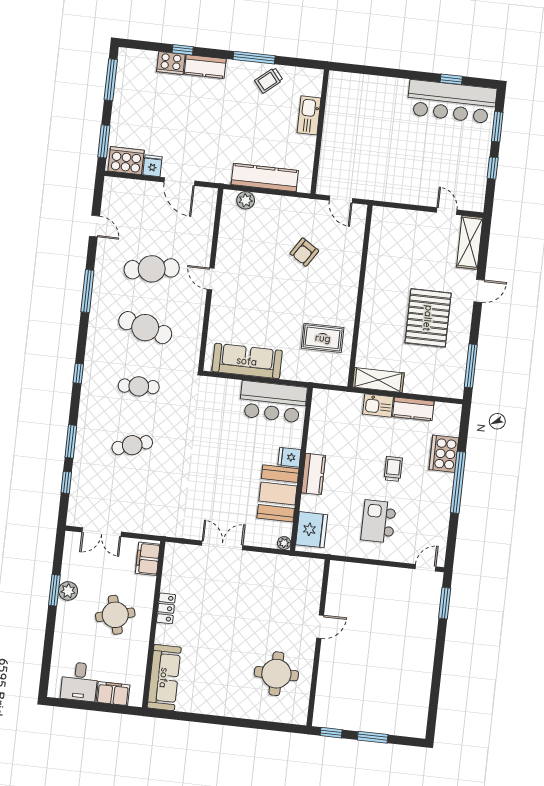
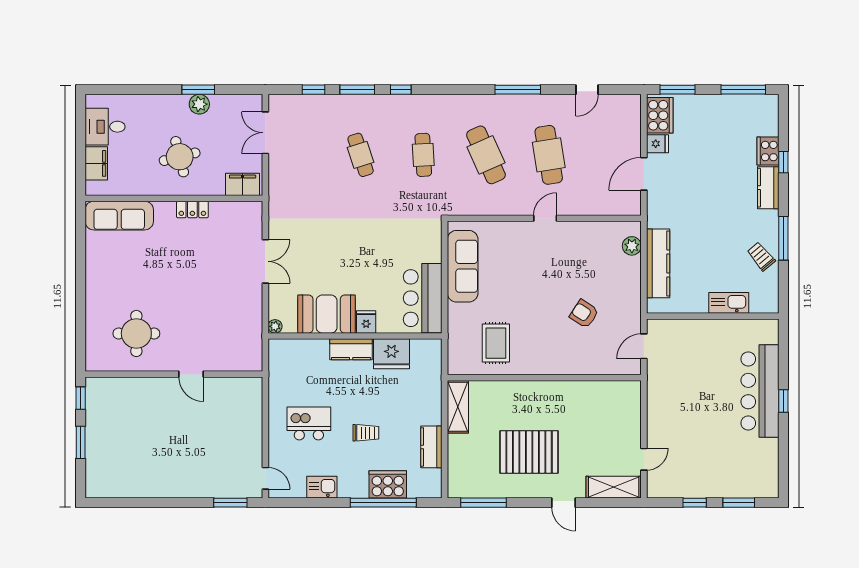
window: (451, 79) -> (783, 401), moved
bar counter: (452, 102) -> (760, 391), moved
cafe table: (145, 328) -> (486, 155), turned -39
window: (78, 373) -> (401, 90), moved
kitchen sink: (378, 405) -> (322, 487), moved, turned 90
window: (458, 482) -> (383, 503), moved
fridge: (312, 530) -> (391, 354), moved

